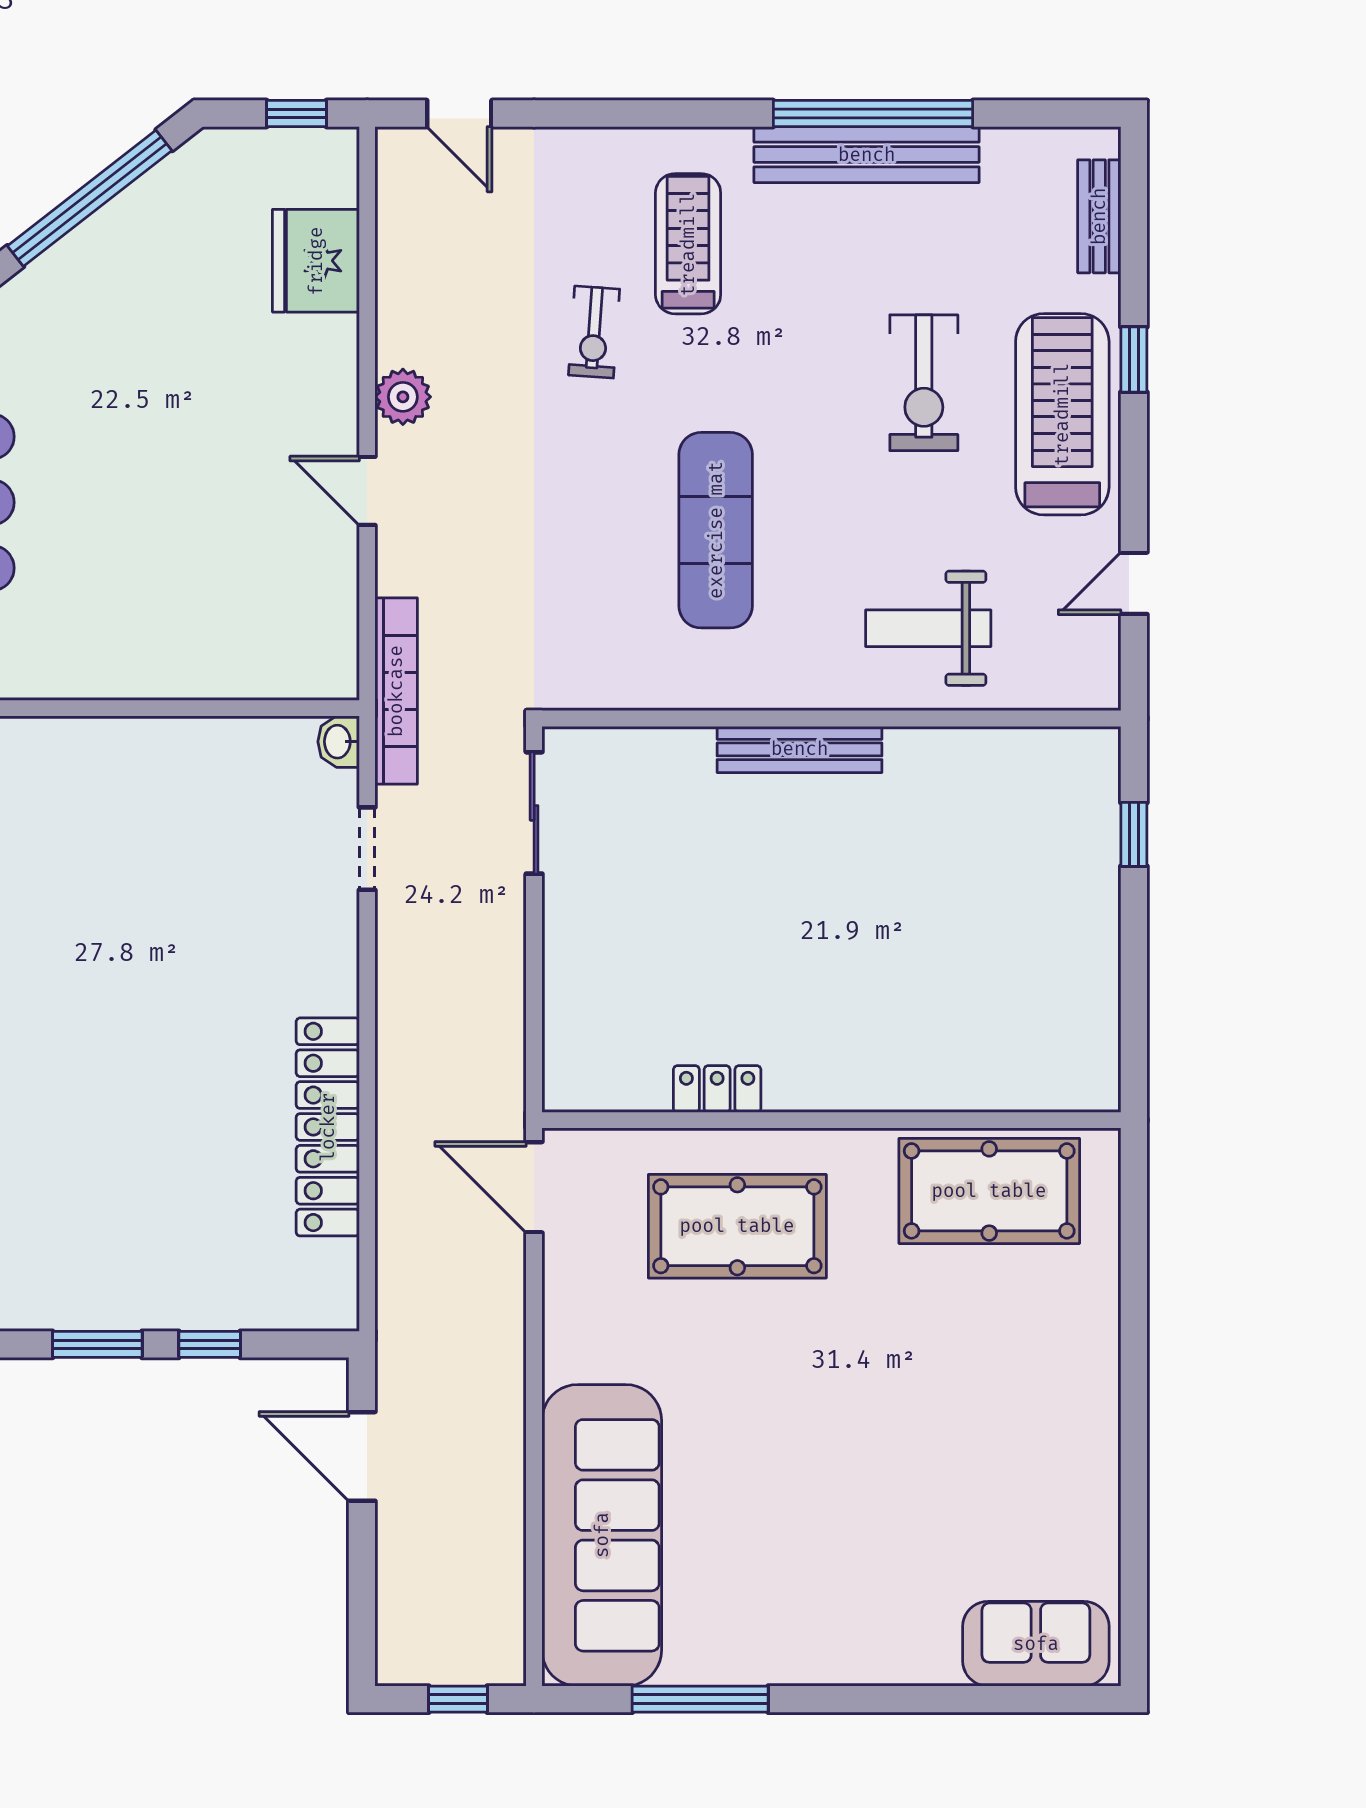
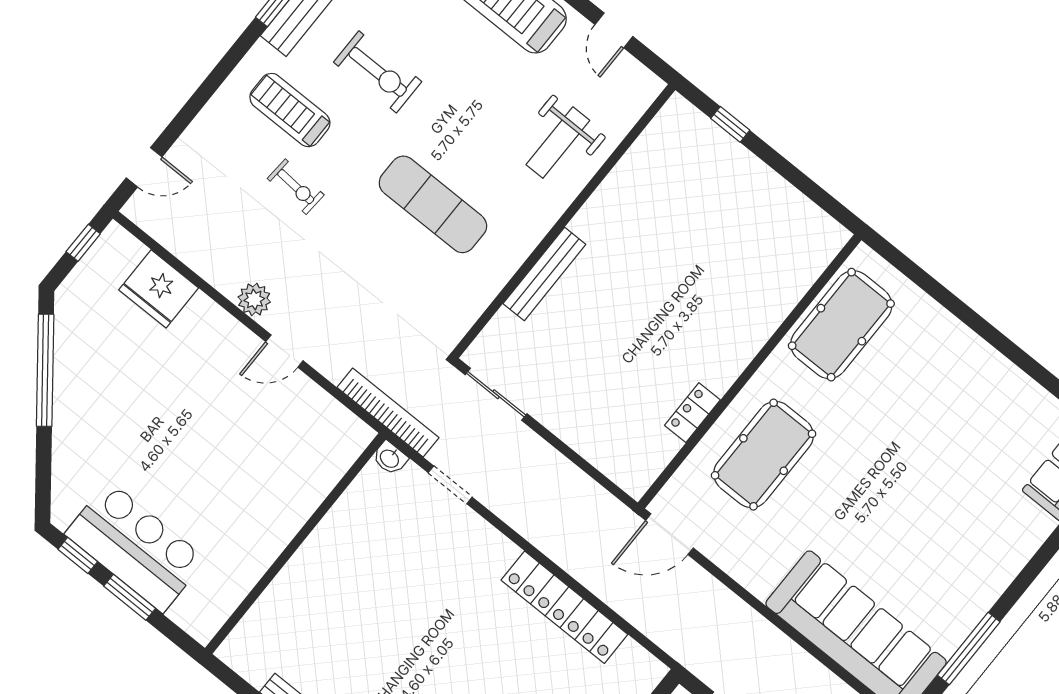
exercise bike: (924, 383) -> (378, 72), moved
bench: (800, 749) -> (544, 274), moved

